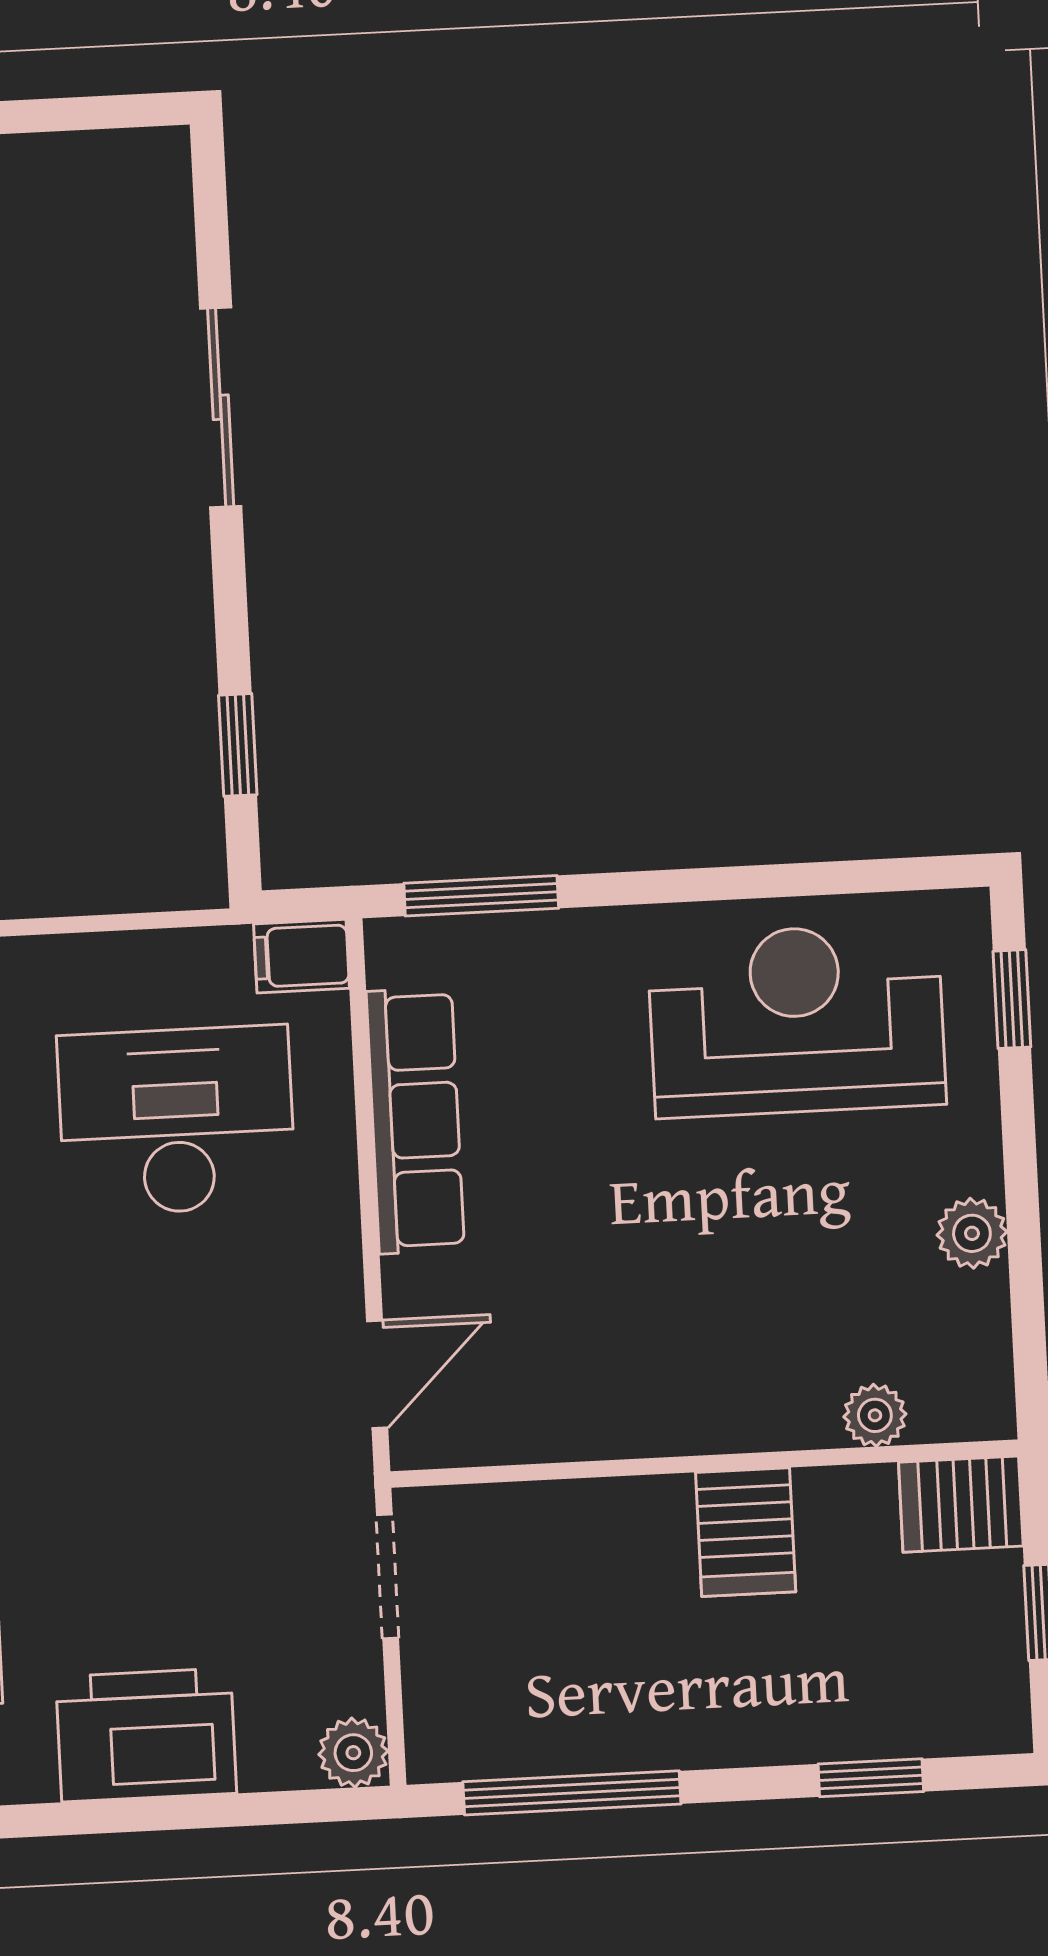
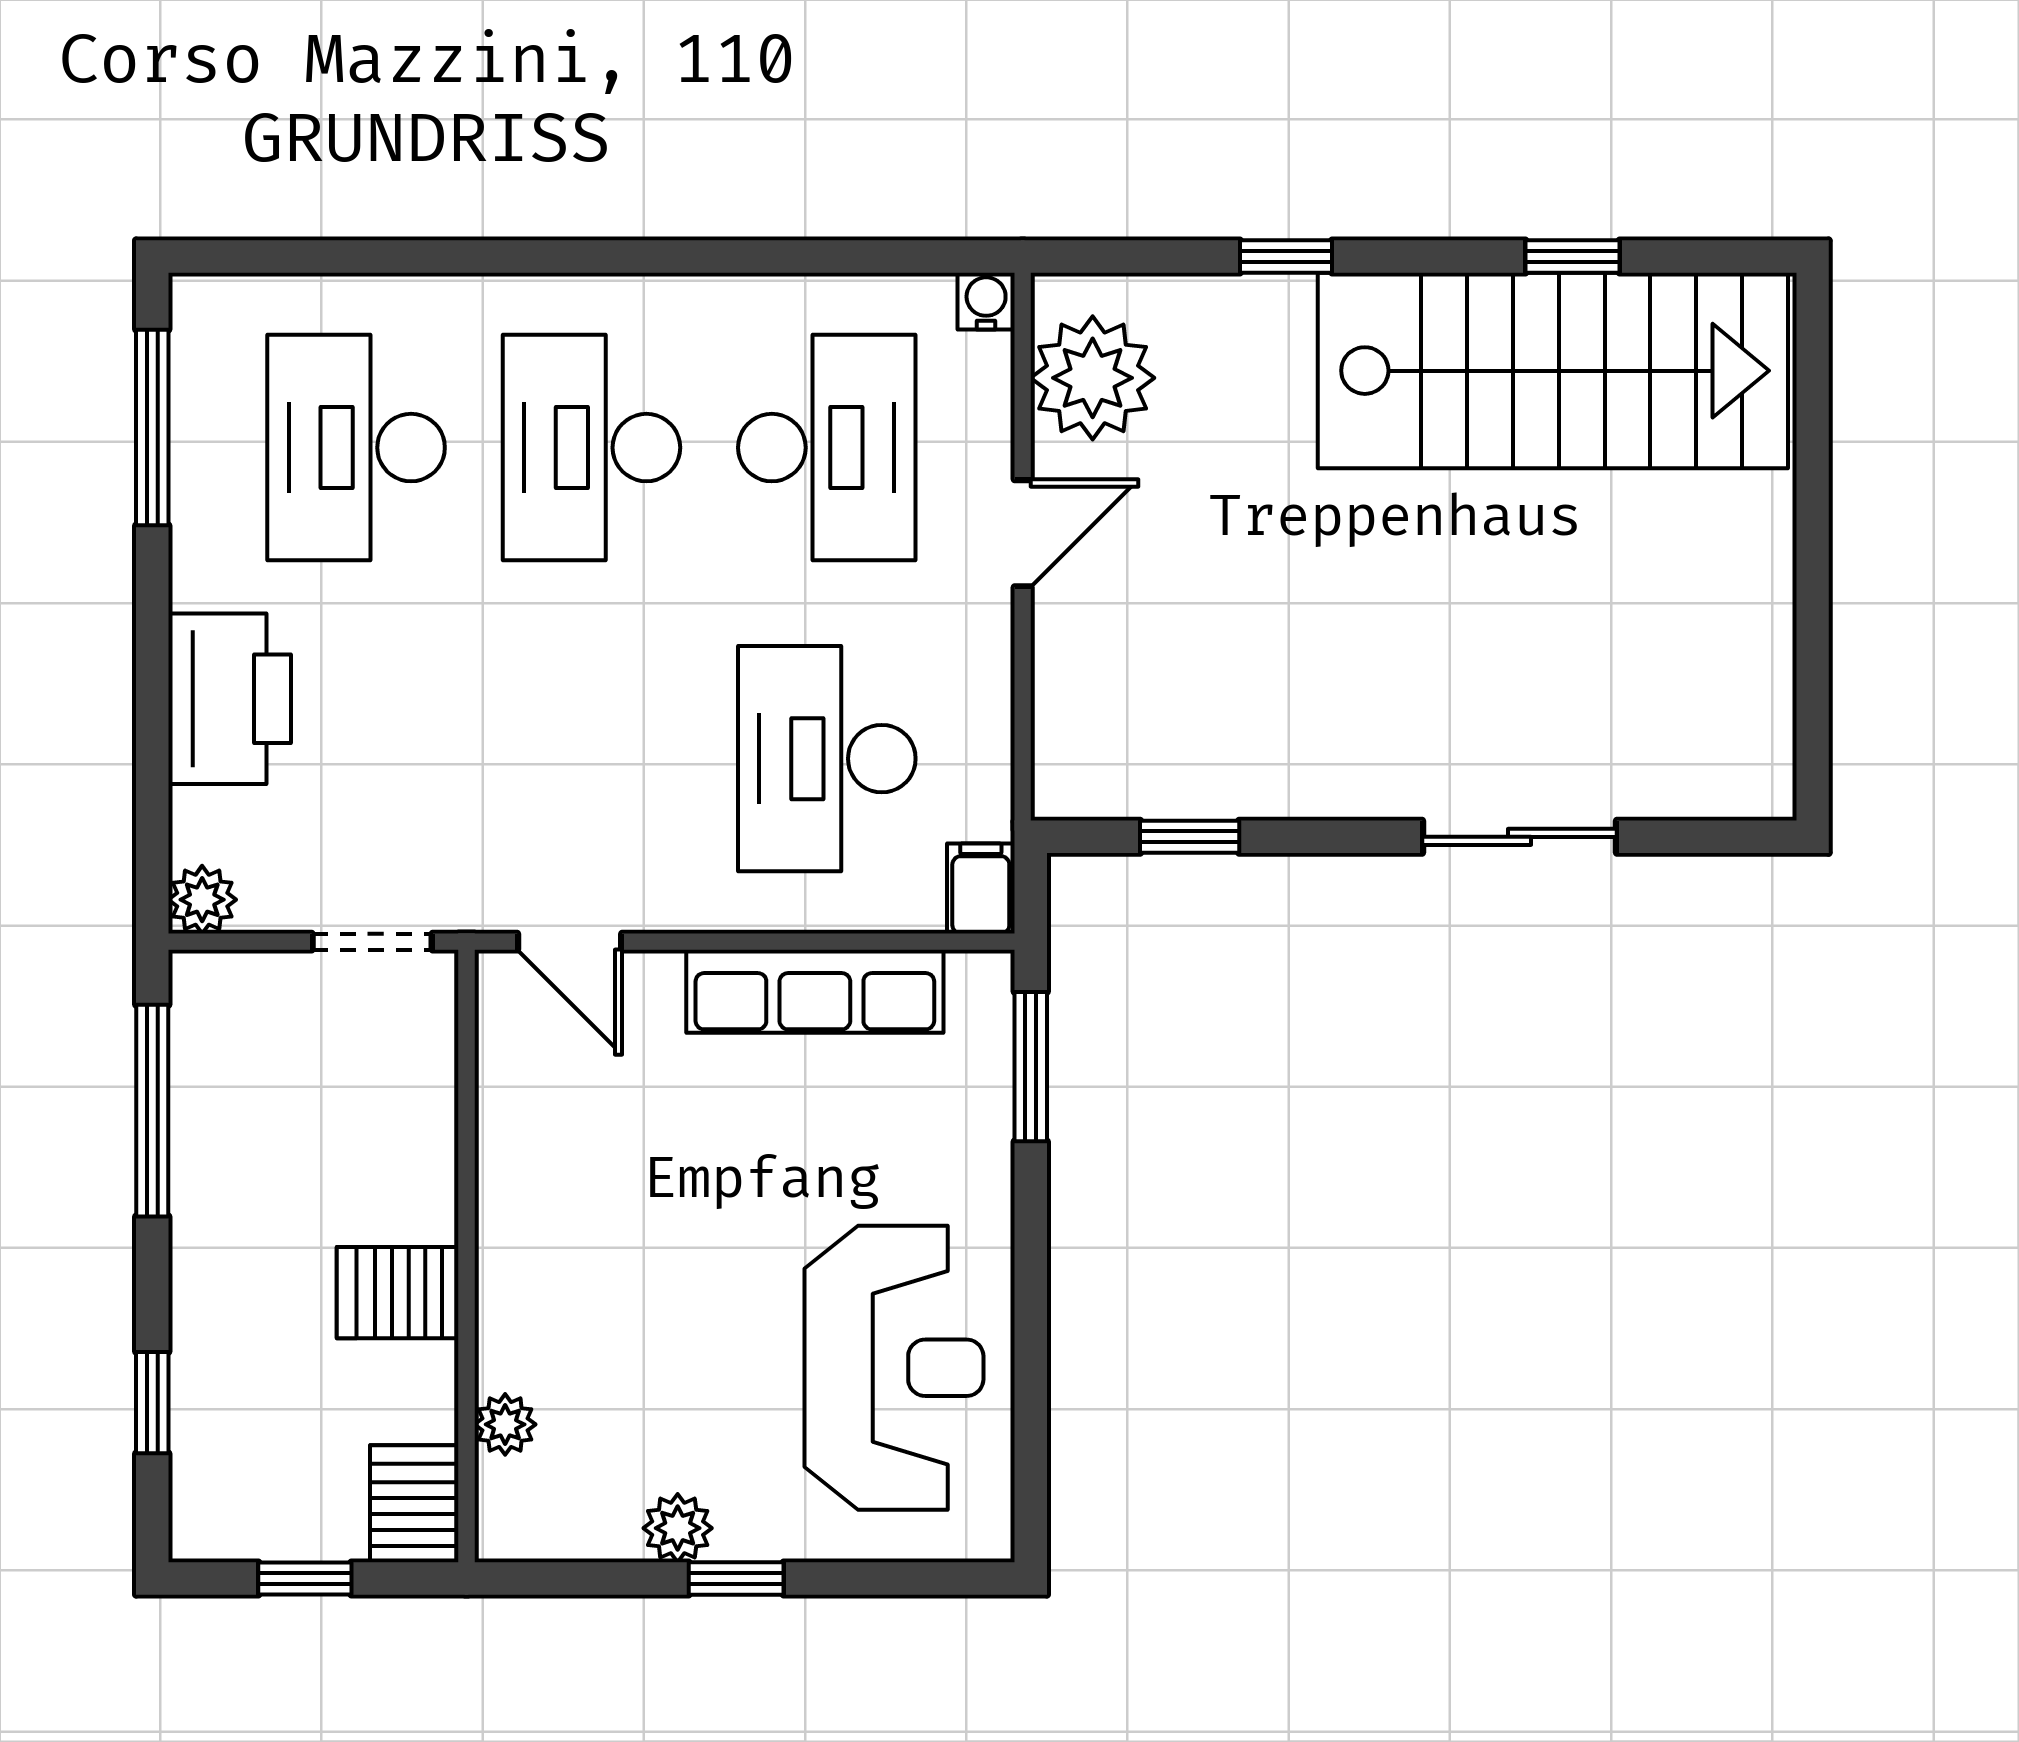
window: (1012, 999) -> (736, 1578), moved
desk: (177, 1120) -> (827, 759), turned 180

